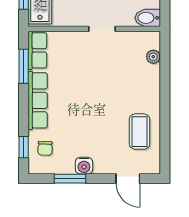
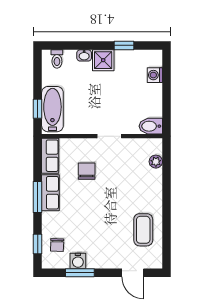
window: (24, 66) -> (38, 197), moved
chair: (77, 67) -> (87, 171), added
row of seats: (38, 100) -> (50, 193), width x0.68
water cooler: (84, 166) -> (78, 261), moved

